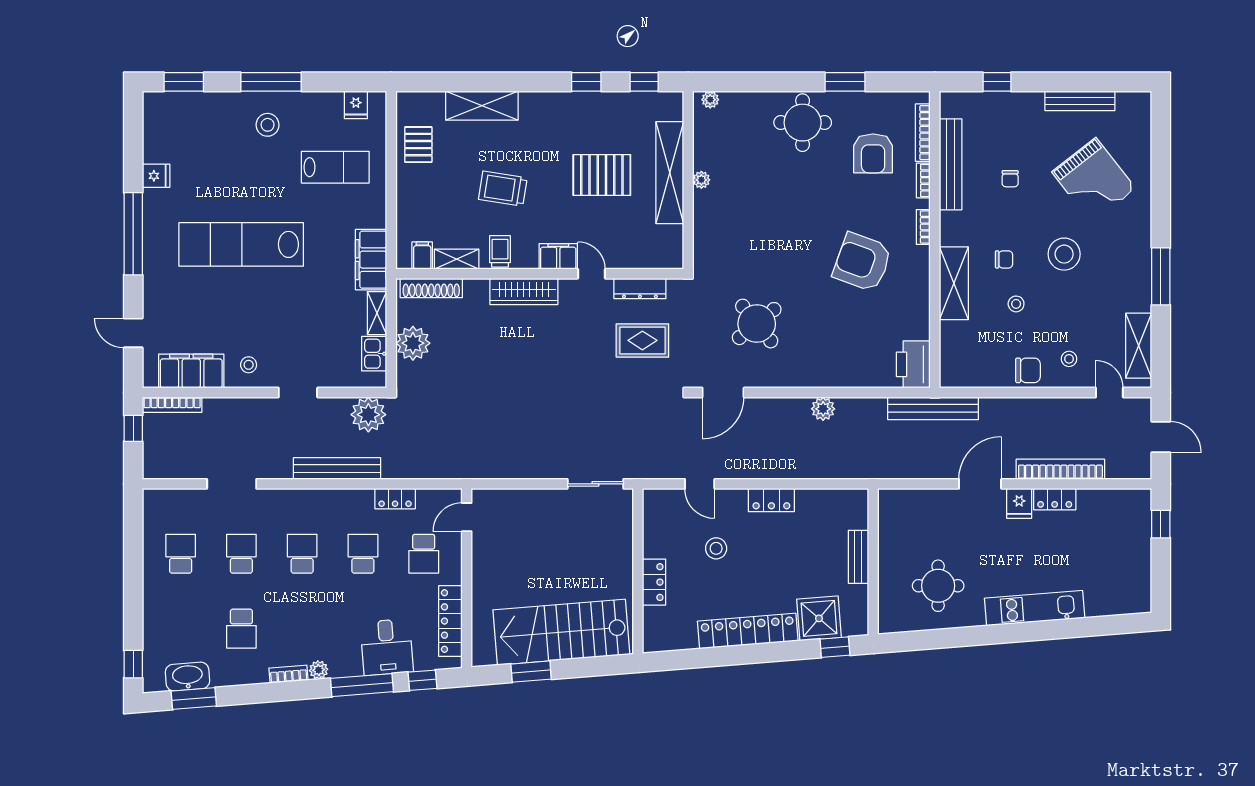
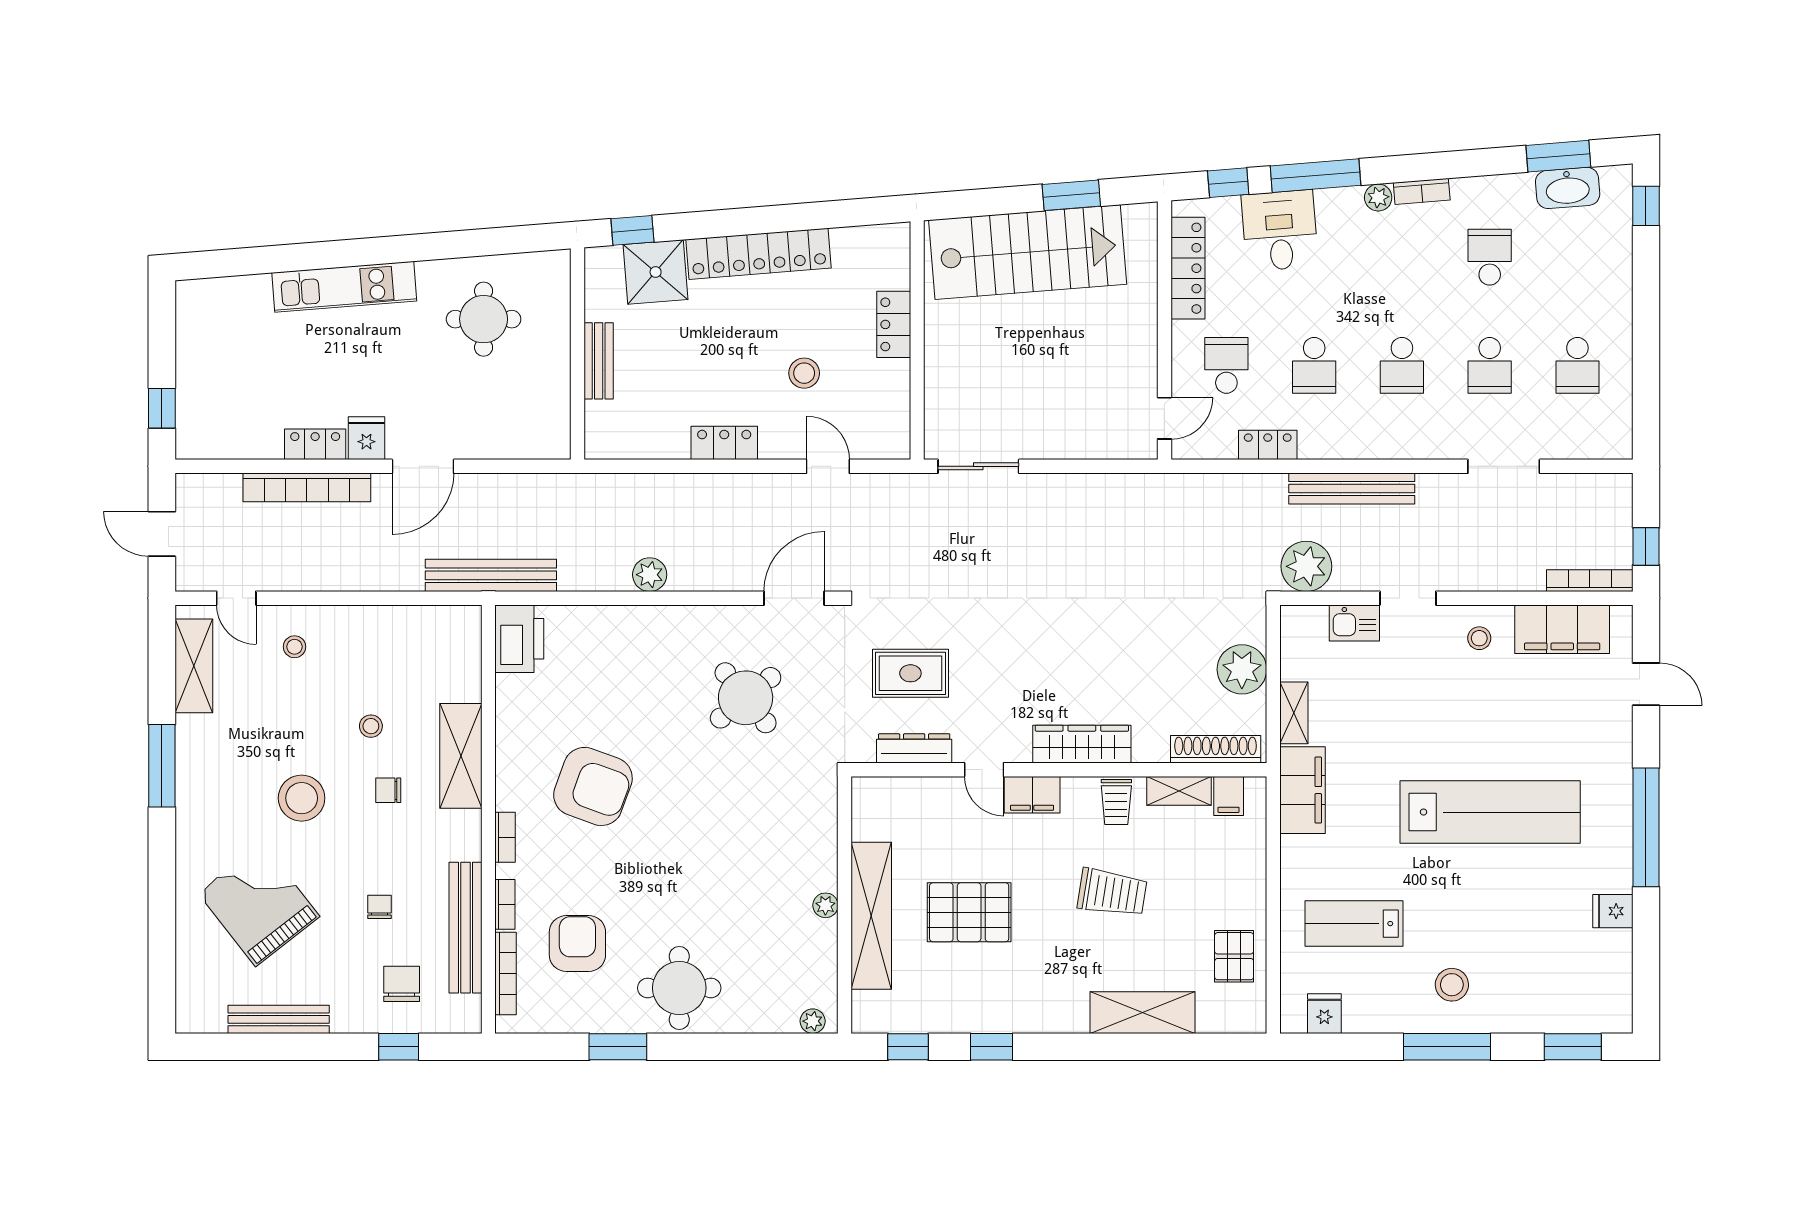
kitchen sink: (374, 354) -> (1354, 623), moved, turned 90
chair: (1028, 370) -> (402, 984), moved, turned 90

